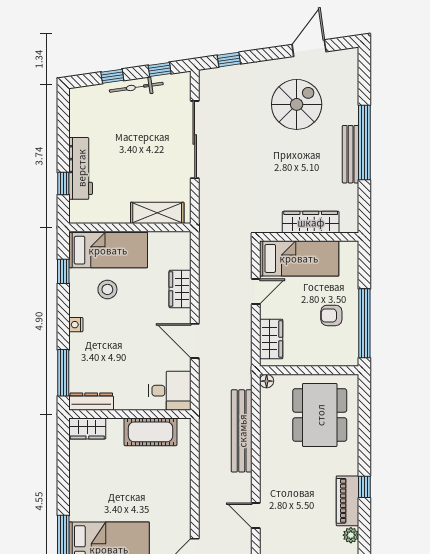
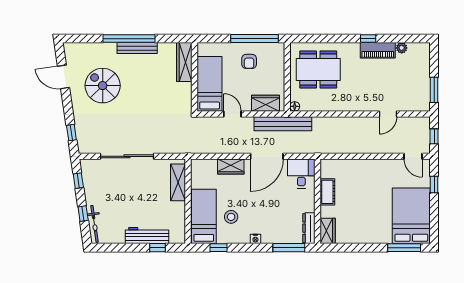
bicycle: (136, 87) -> (95, 224), moved
wardrobe: (311, 222) -> (184, 62), moved
door: (195, 341) -> (267, 156), width x1.36
bench: (242, 431) -> (283, 124), moved
cot: (150, 432) -> (327, 192), width x0.73, depth x0.75

